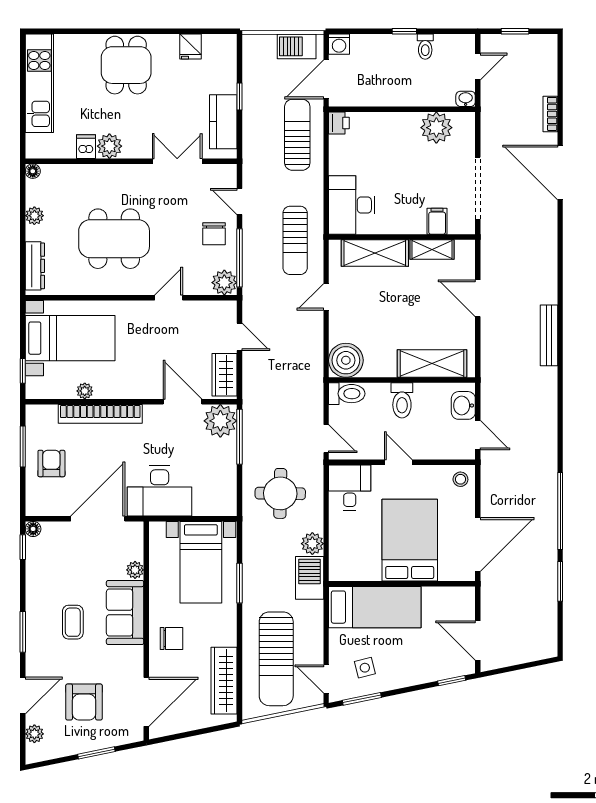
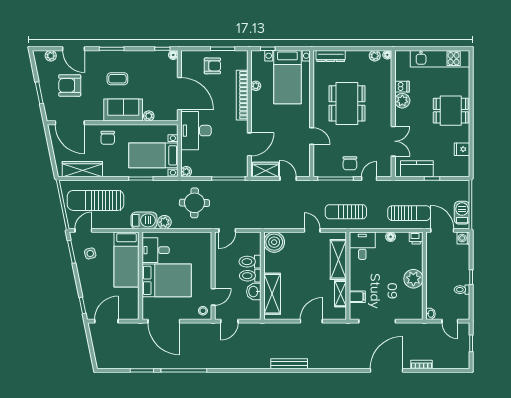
plant: (436, 128) -> (413, 279), moved
floor lamp: (337, 166) -> (391, 237), added
desk: (352, 205) -> (362, 246), width x0.73
plant: (34, 216) -> (375, 56), moved
chair: (214, 234) -> (350, 163), turned -90
plant: (224, 283) -> (321, 169), removed
door: (239, 337) -> (288, 178), swing flipped
toilet: (347, 394) -> (250, 262), moved, turned 90
washbasin: (463, 405) -> (254, 292), moved, turned -90
plant: (220, 421) -> (186, 172), moved, width x0.53, depth x0.53
door: (398, 462) -> (213, 297), moved
desk: (350, 488) -> (156, 250), moved, turned 180

